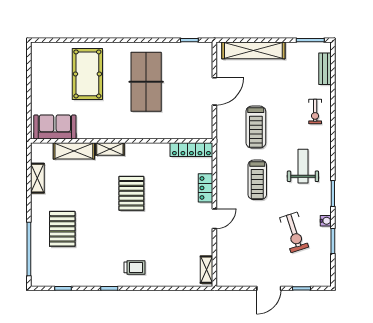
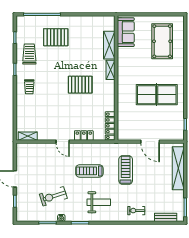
pool table: (87, 74) -> (162, 41), moved, turned 90
treadmill: (256, 127) -> (126, 170), turned 90
shelving: (37, 178) -> (91, 20), removed
trolley: (87, 267) -> (29, 54), added

